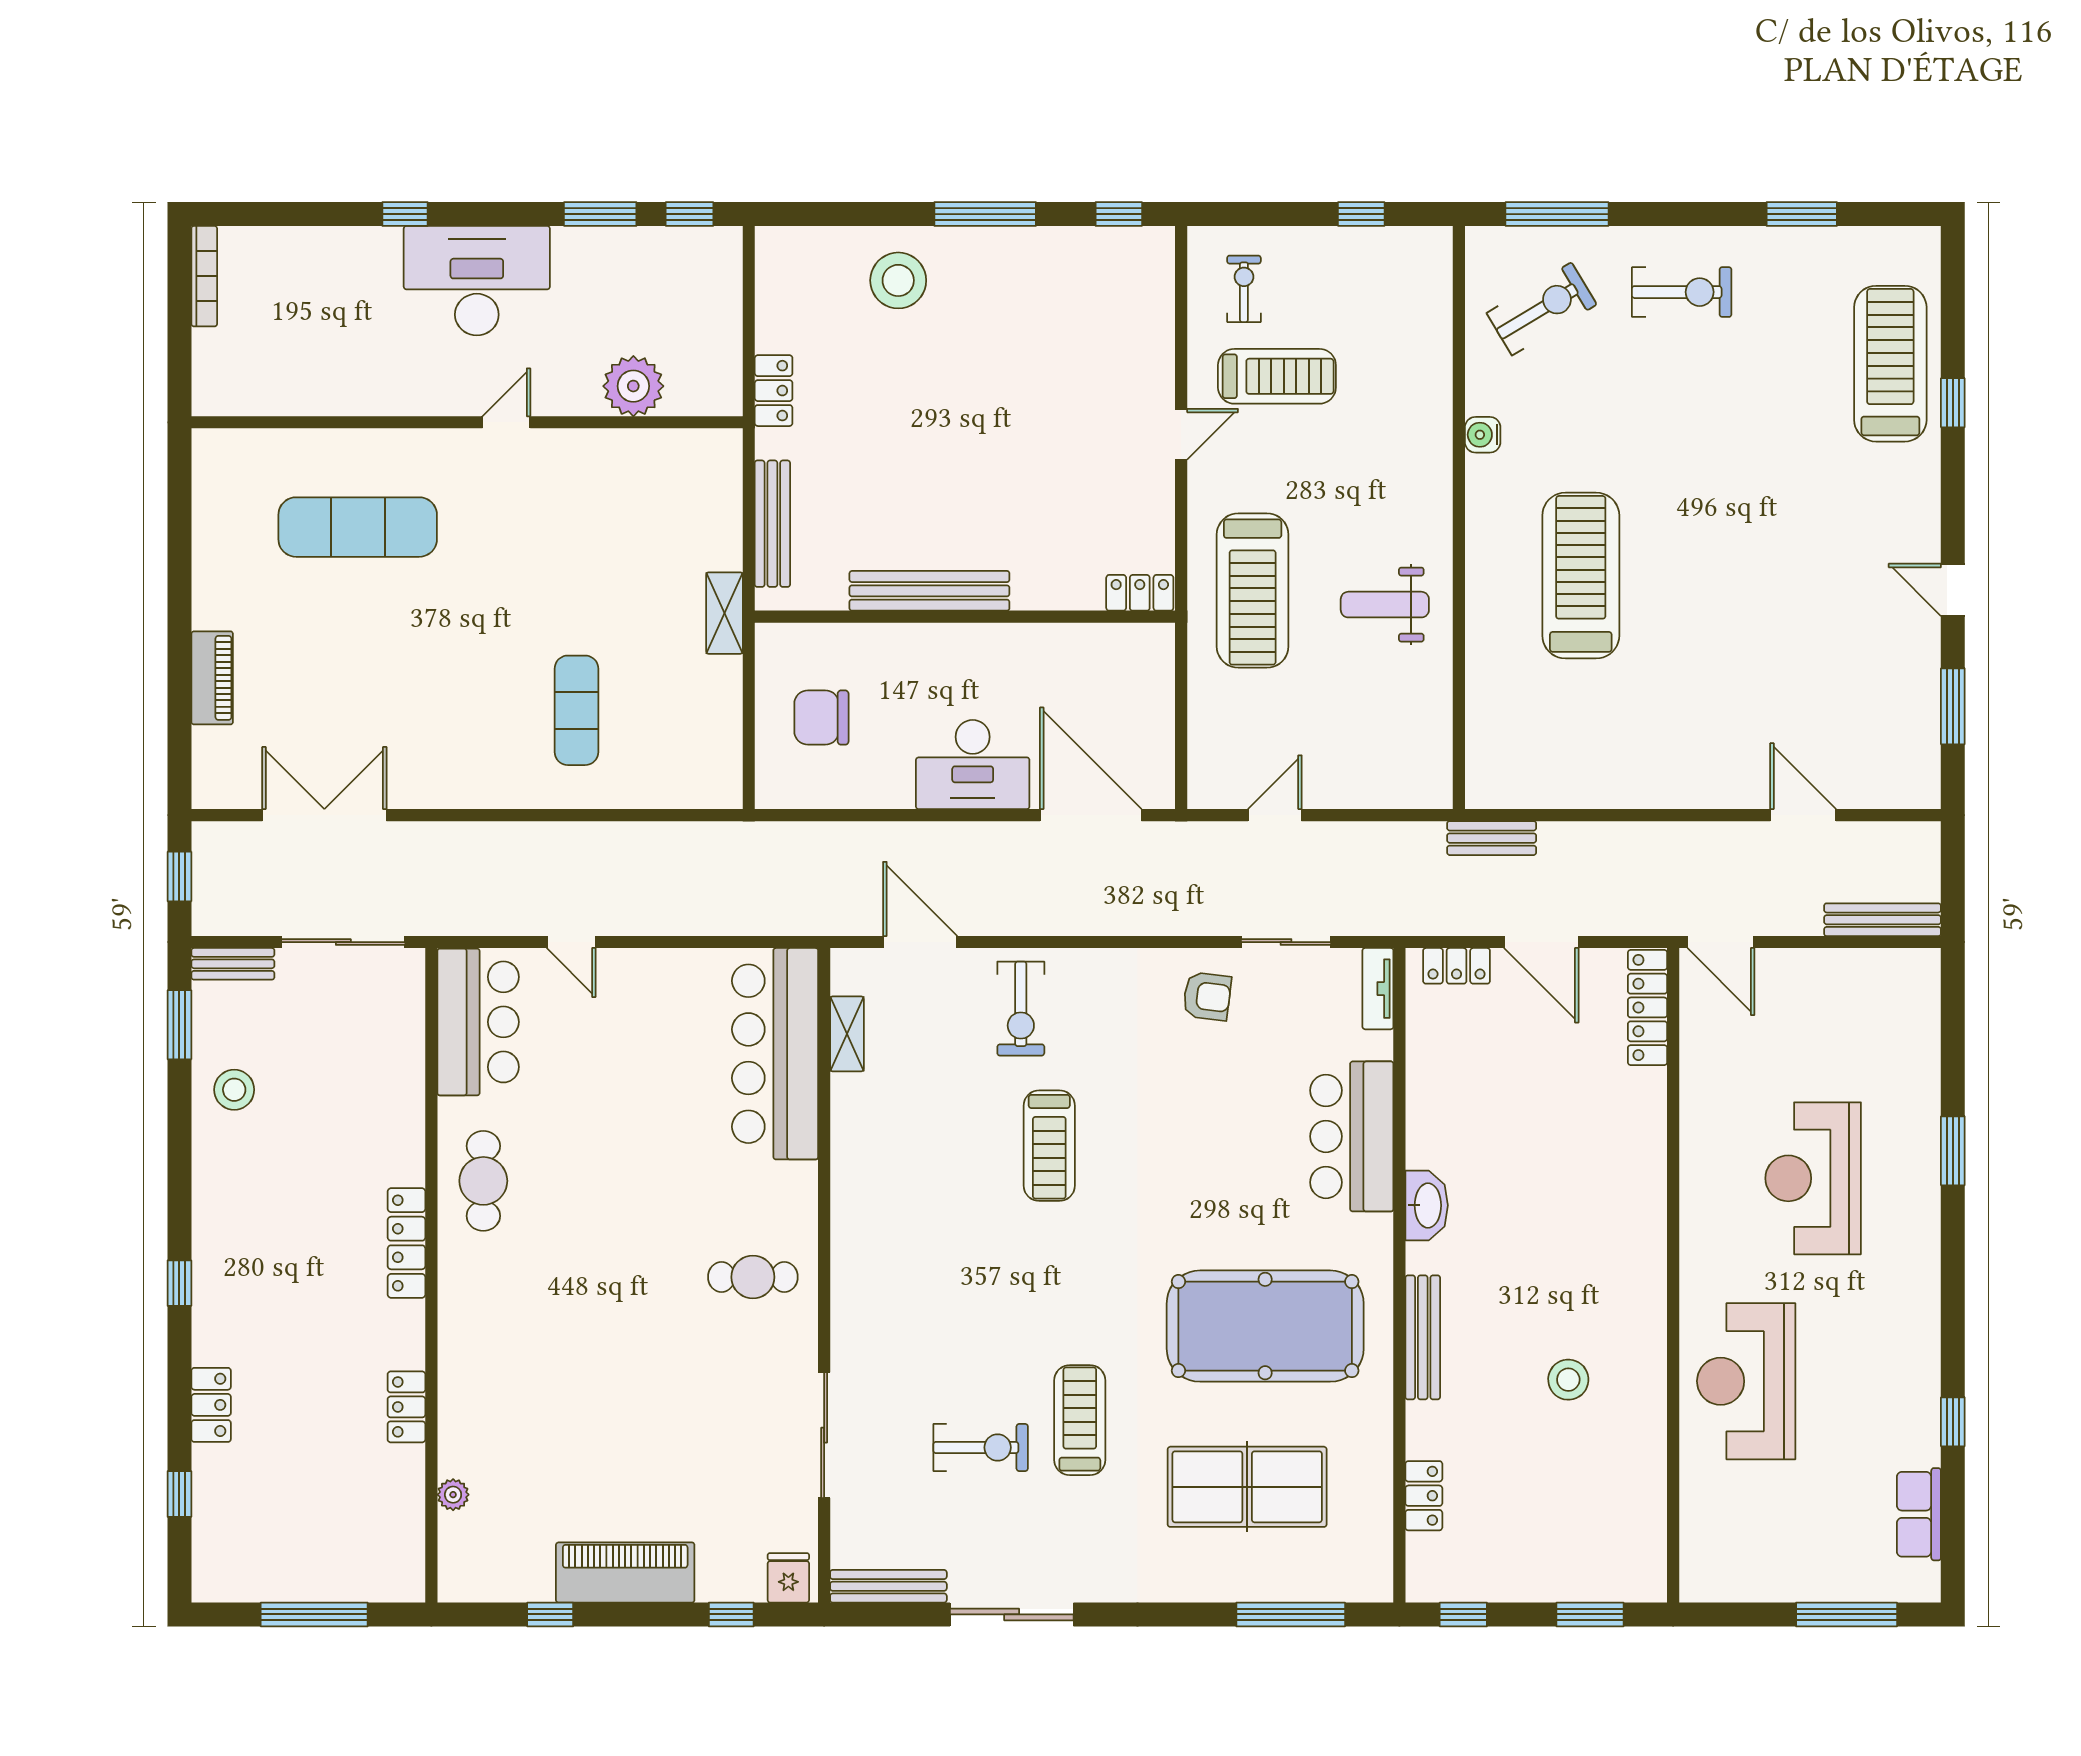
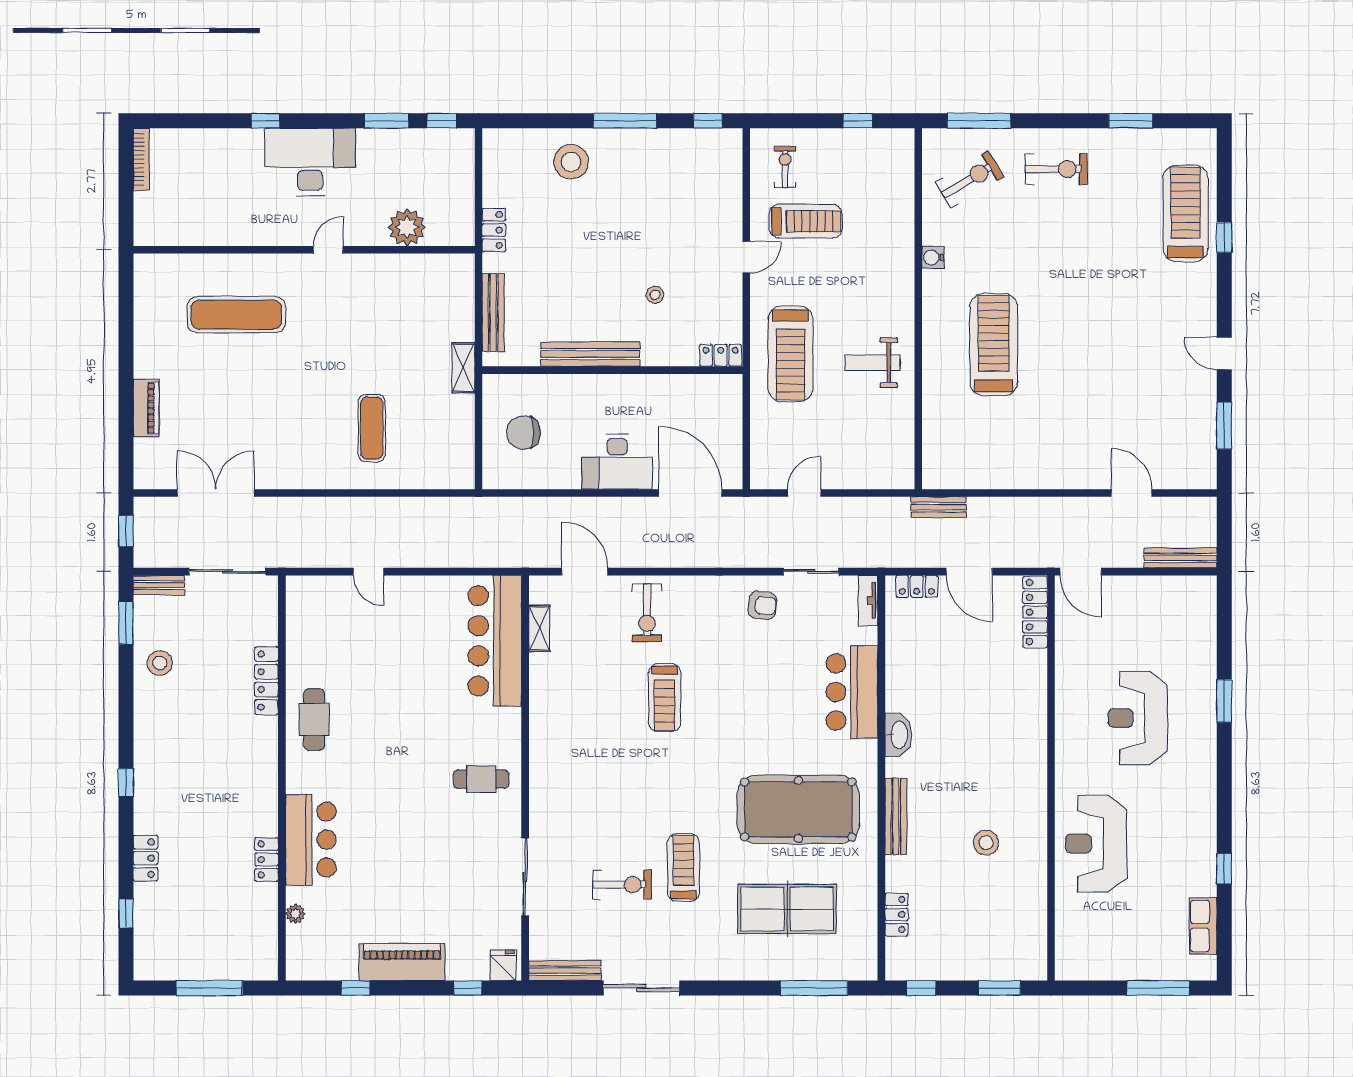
stool: (1034, 495) -> (655, 295), added
bar counter: (478, 1022) -> (311, 840), moved
locker: (406, 1243) -> (267, 681), moved

